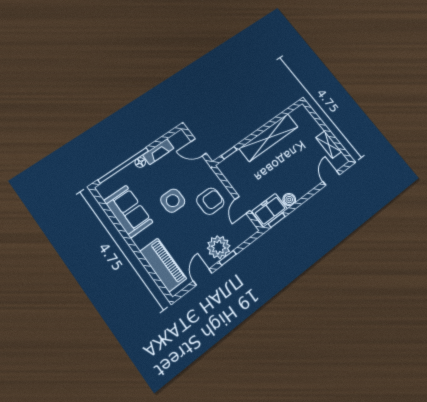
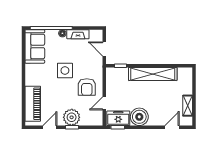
boiler: (289, 200) -> (139, 117), width x1.86, depth x1.86
armchair: (210, 201) -> (87, 87), turned 90
sofa: (128, 211) -> (35, 46), moved

